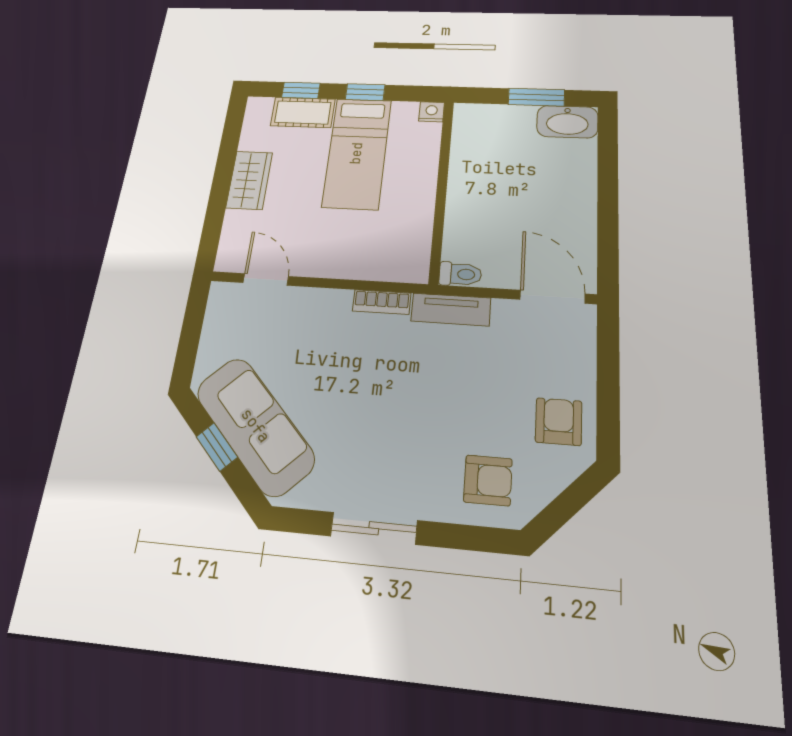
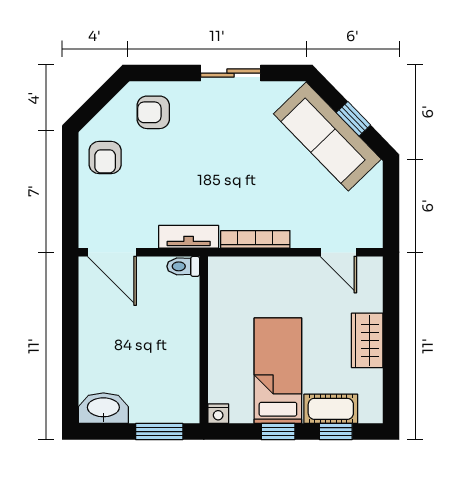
window: (536, 97) -> (159, 432), moved
bookcase: (382, 302) -> (255, 239), width x1.56

